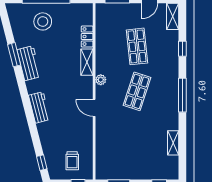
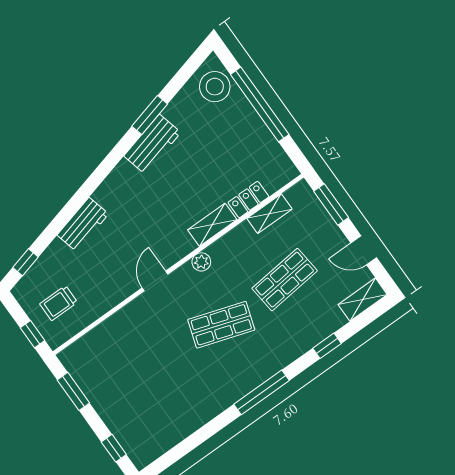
stool: (43, 21) -> (215, 87), moved
workbench: (39, 107) -> (83, 224), moved
shelving: (173, 143) -> (269, 214), moved

